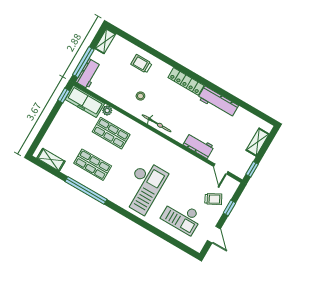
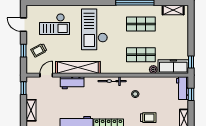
window: (83, 62) -> (191, 94), width x0.46
shelving: (184, 158) -> (78, 68), added
door: (221, 169) -> (46, 75), hinge flipped
checkout: (182, 217) -> (54, 24), turned 180

